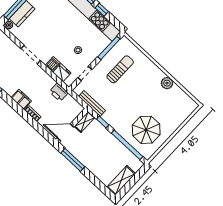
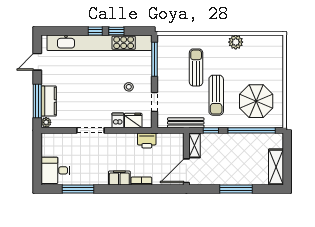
sun lounger: (120, 69) -> (196, 67), moved
sun lounger: (126, 104) -> (216, 95), added
window: (73, 160) -> (236, 189), moved

